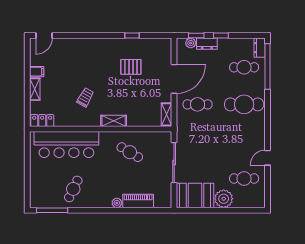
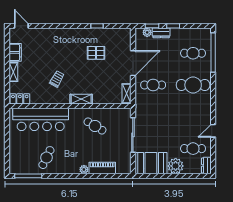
door: (44, 36) -> (21, 26), swing flipped
dresser: (260, 48) -> (206, 166), moved
filing cabinet: (37, 72) -> (15, 52), width x2.00

